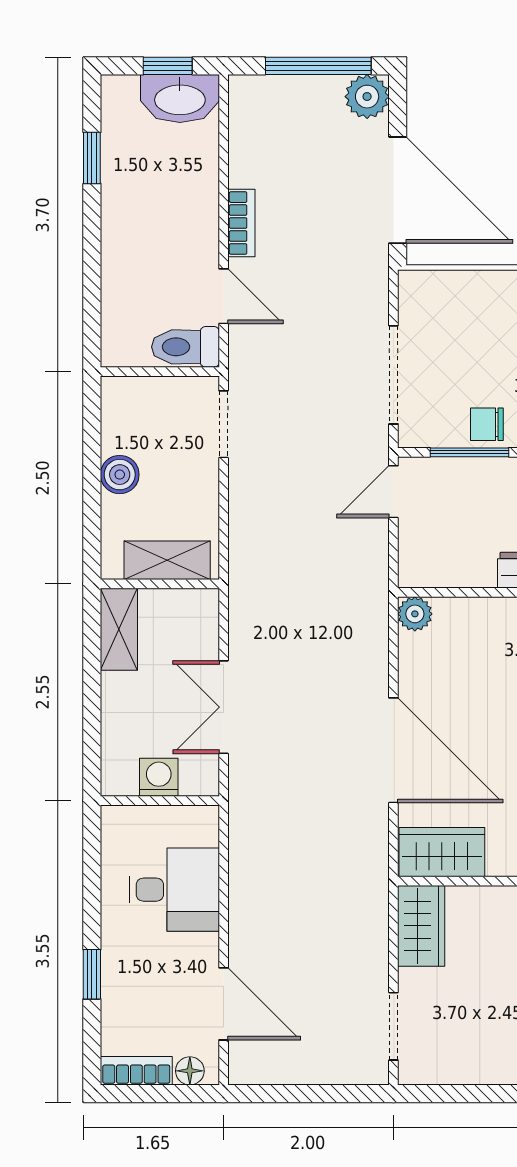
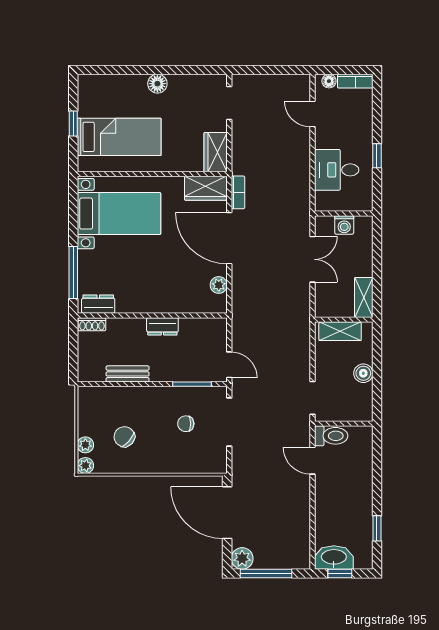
bookcase: (241, 223) -> (238, 192), moved, turned 180
chair: (487, 424) -> (186, 424), moved, turned 180
door: (393, 492) -> (229, 365), hinge flipped
plant: (415, 614) -> (219, 285), moved
window: (92, 974) -> (377, 156), moved
door: (224, 1004) -> (312, 114), width x0.73

